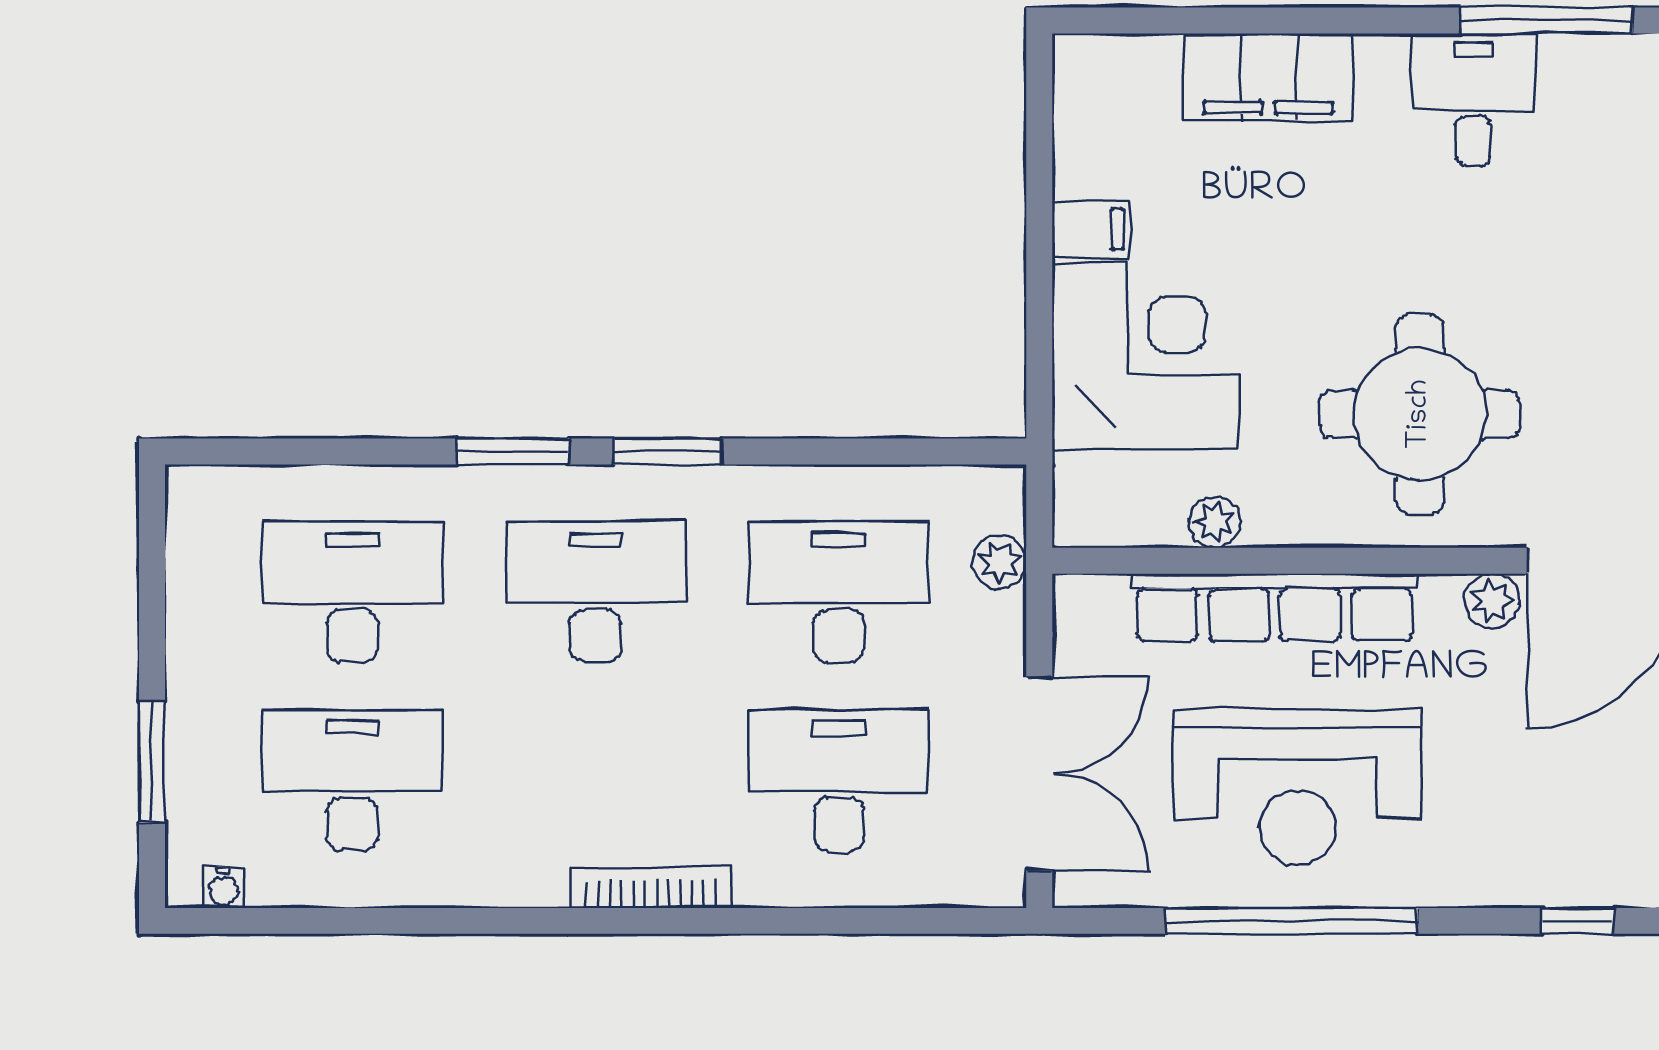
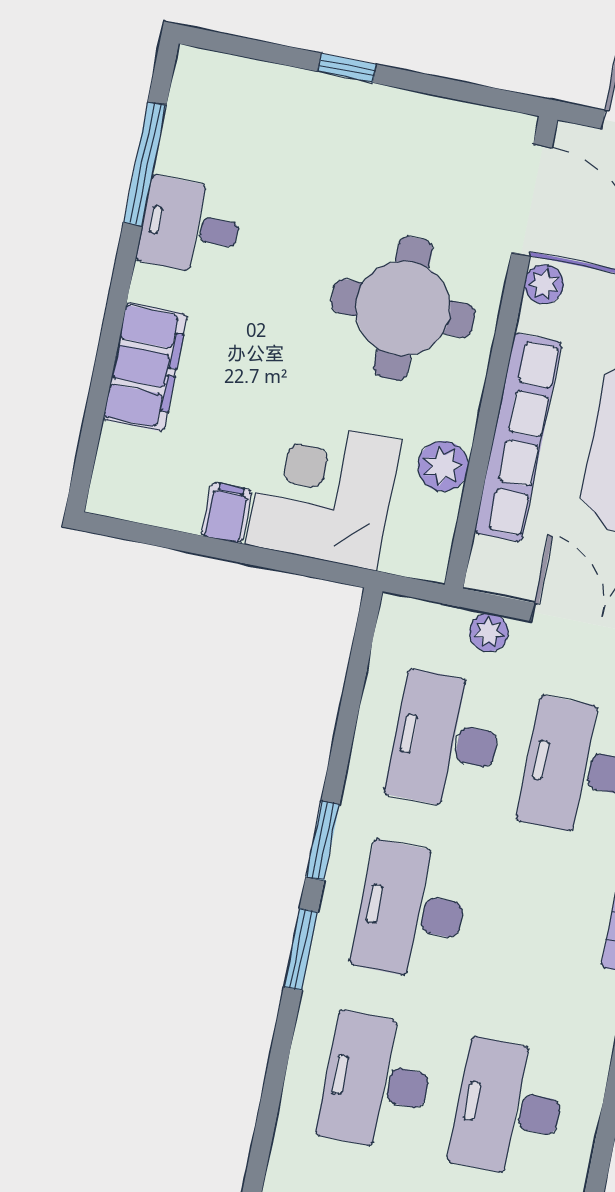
plant: (1215, 522) -> (443, 466), width x1.38, depth x1.38
plant: (999, 562) -> (489, 632), moved

